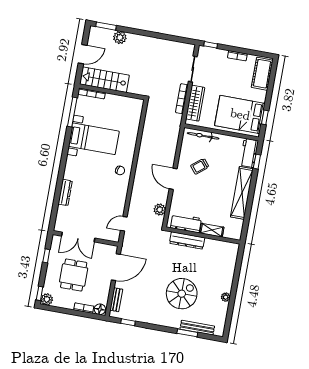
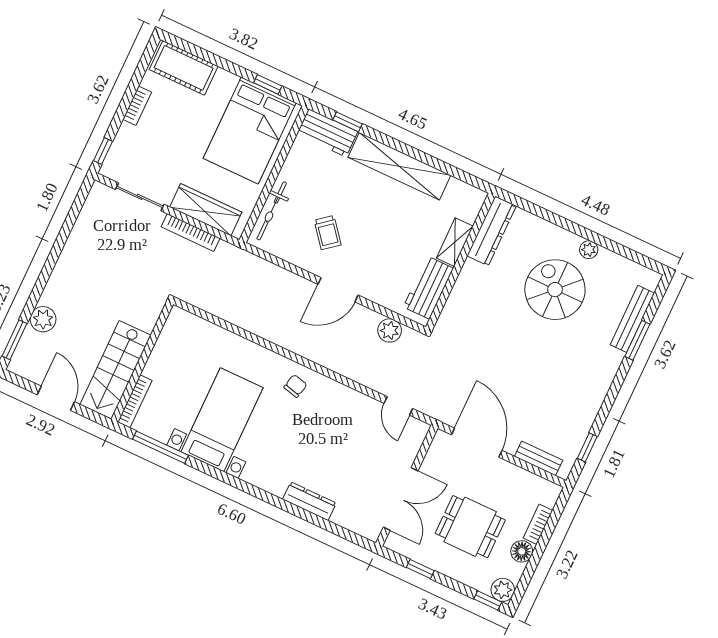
dresser: (187, 240) -> (492, 231), moved
spiral stairs: (182, 294) -> (555, 290), moved
floor lamp: (100, 309) -> (522, 551), moved

